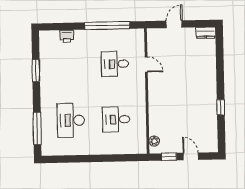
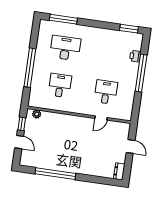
window: (107, 26) -> (141, 73), moved
window: (36, 71) -> (129, 29), moved
window: (221, 107) -> (55, 174), width x3.17
door: (191, 156) -> (19, 142), hinge flipped
window: (101, 158) -> (30, 68), added

